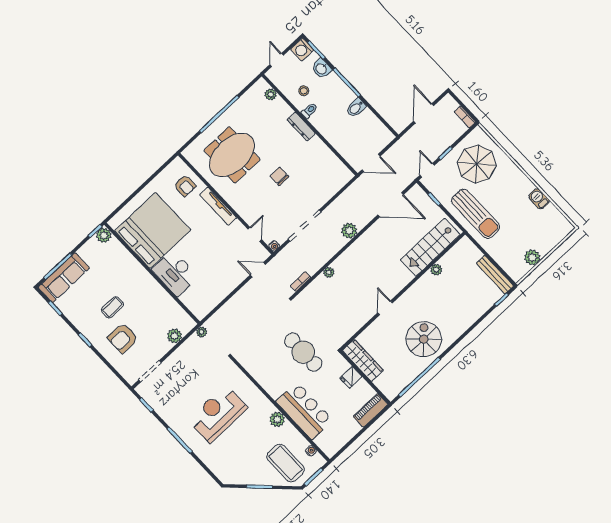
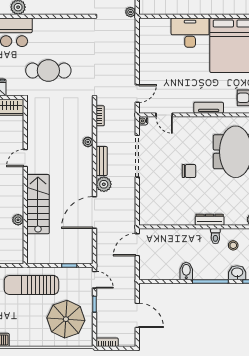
door: (391, 205) -> (95, 213), moved
tv unit: (218, 206) -> (209, 108), width x0.71
stairs: (430, 247) -> (38, 204), moved
bench: (333, 249) -> (102, 161), added
door: (385, 308) -> (25, 158), swing flipped

